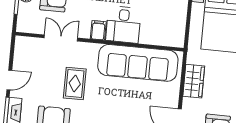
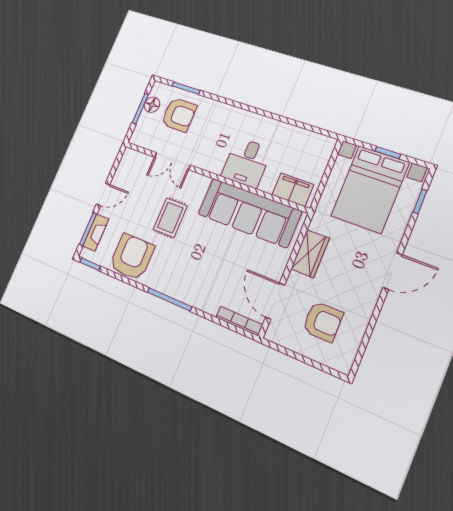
filing cabinet: (98, 30) -> (293, 190), moved, width x2.00
double door: (61, 38) -> (172, 161), swing flipped

